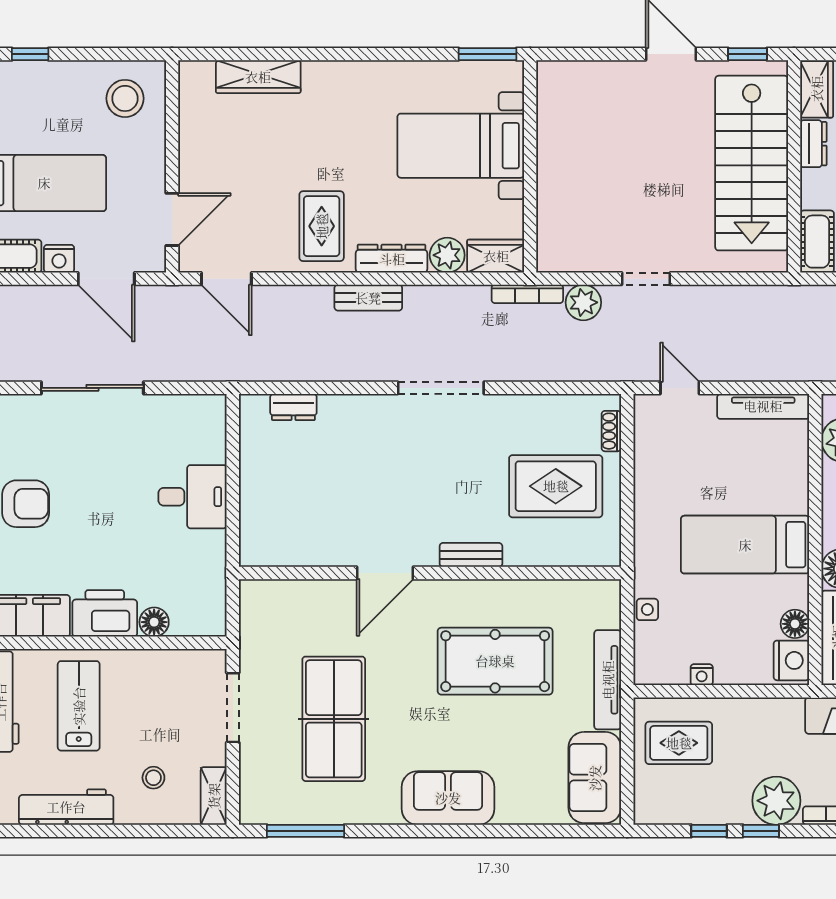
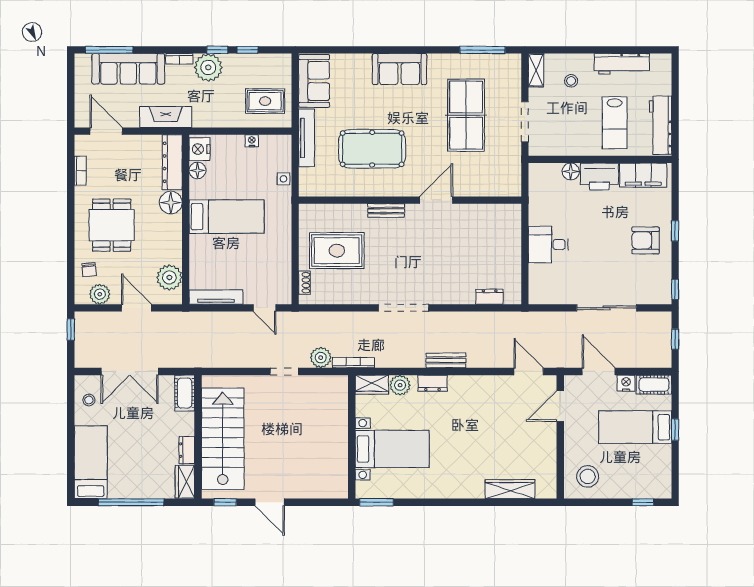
rug: (322, 226) -> (473, 402), removed
dresser: (392, 259) -> (432, 383), width x0.70

